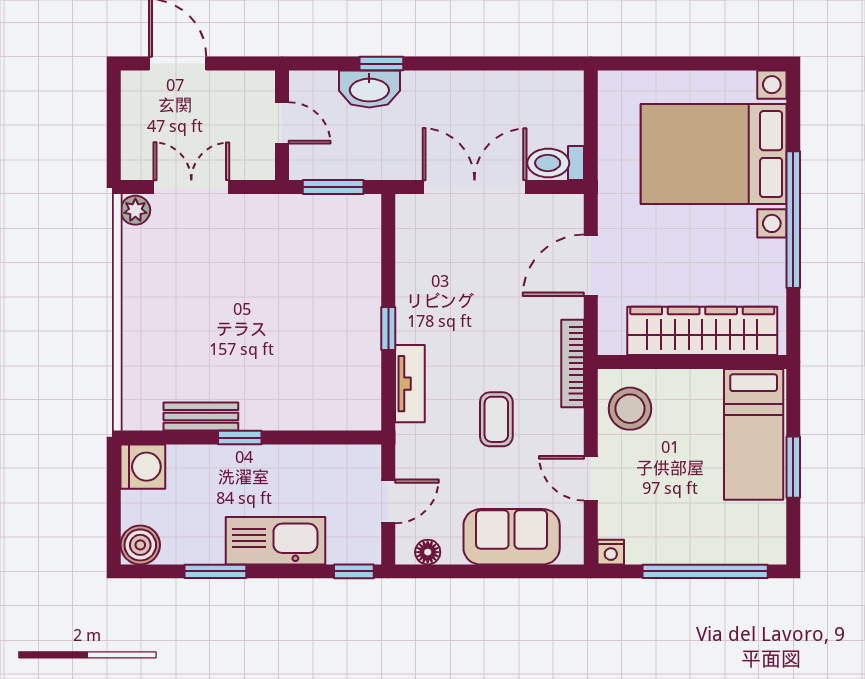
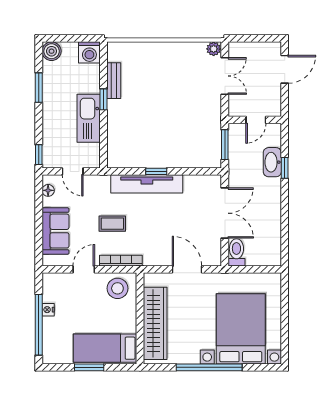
bookcase: (573, 363) -> (121, 261), moved
tv unit: (410, 384) -> (147, 184), width x1.92, depth x1.29
kitchen sink: (276, 541) -> (89, 118), moved, turned 180
nightstand: (611, 552) -> (48, 310), moved

